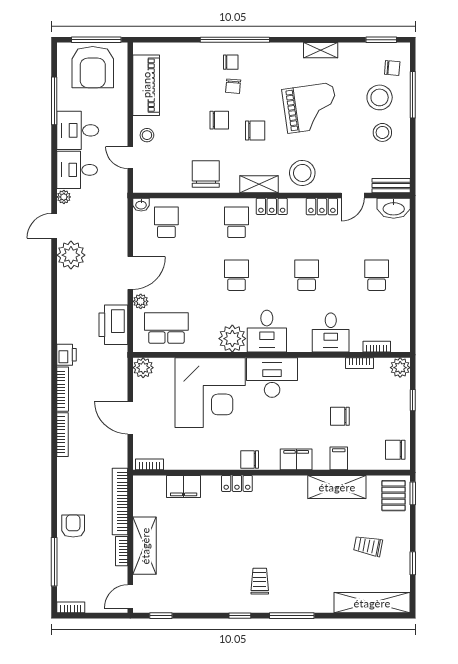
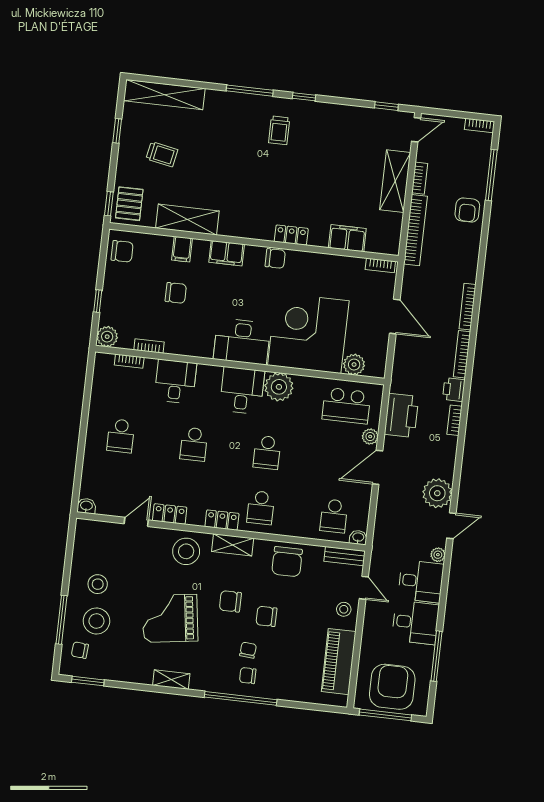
shelving: (321, 50) -> (171, 680), moved
bench: (391, 186) -> (345, 556), moved
washbasin: (394, 208) -> (86, 506), width x0.52, depth x0.69
bookcase: (63, 326) -> (455, 420), added
plant: (143, 368) -> (354, 365), moved

